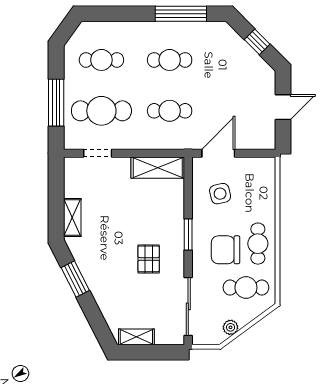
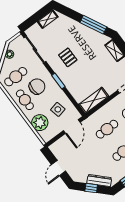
dresser: (237, 44) -> (99, 180), added
plant: (261, 194) -> (40, 123), added
window: (75, 279) -> (93, 25), width x1.44

